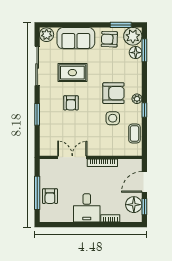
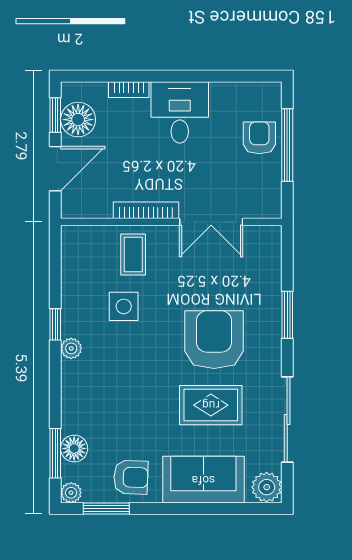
plant: (133, 36) -> (71, 493), width x0.53, depth x0.53
armchair: (113, 93) -> (122, 361), removed
armchair: (71, 103) -> (214, 340), width x1.88, depth x1.88
coffee table: (134, 134) -> (133, 255), moved

